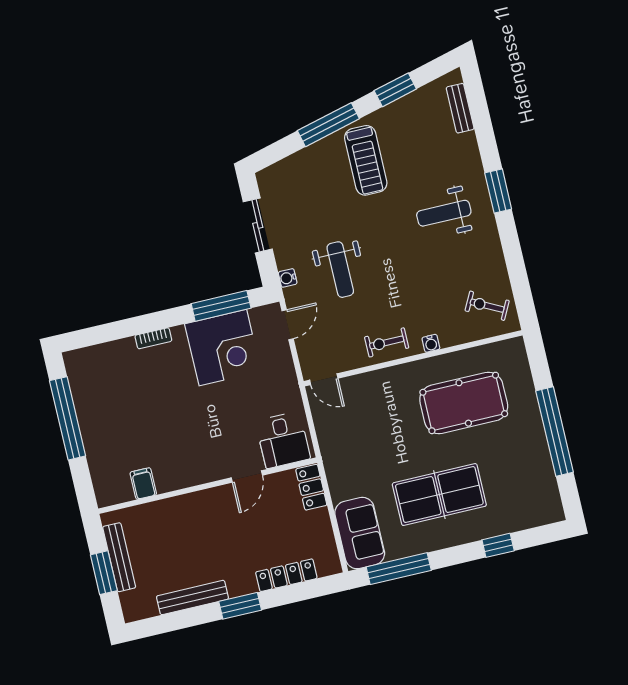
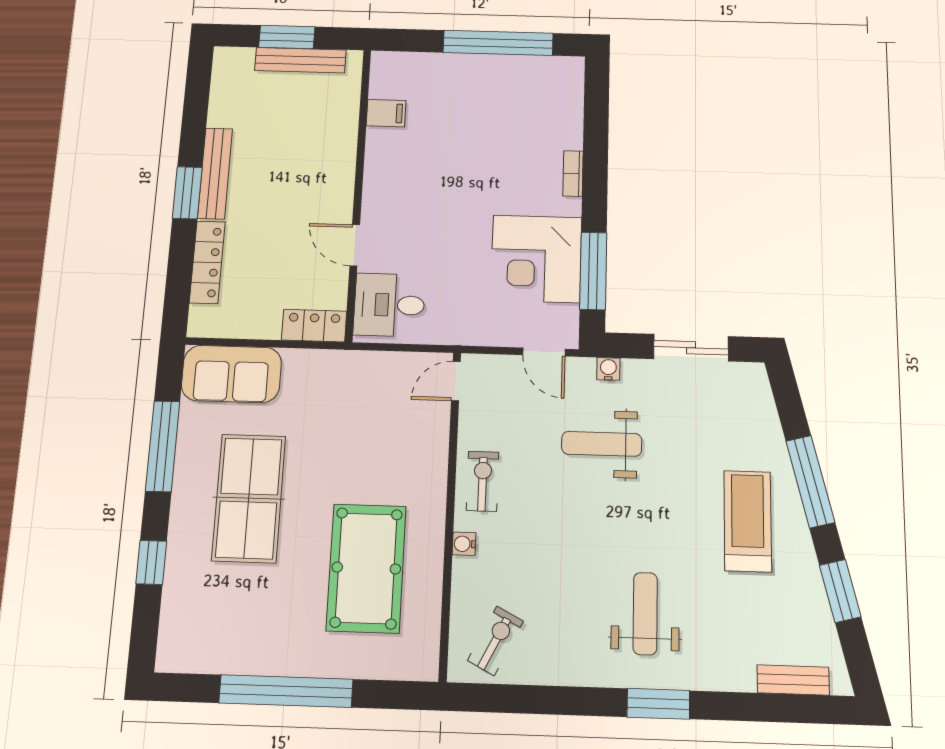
treadmill: (366, 160) -> (748, 521), turned 90
window: (399, 569) -> (163, 446), moved
bench: (192, 598) -> (215, 173), moved

